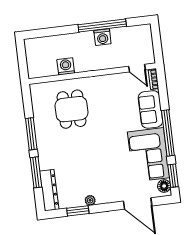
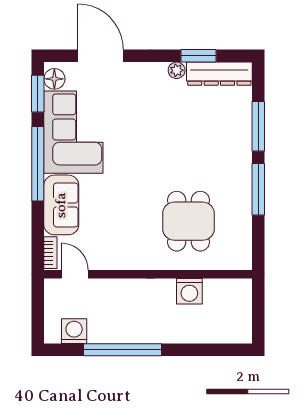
washing machine: (102, 37) -> (74, 331), moved
dresser: (49, 190) -> (219, 74), moved, turned -90

